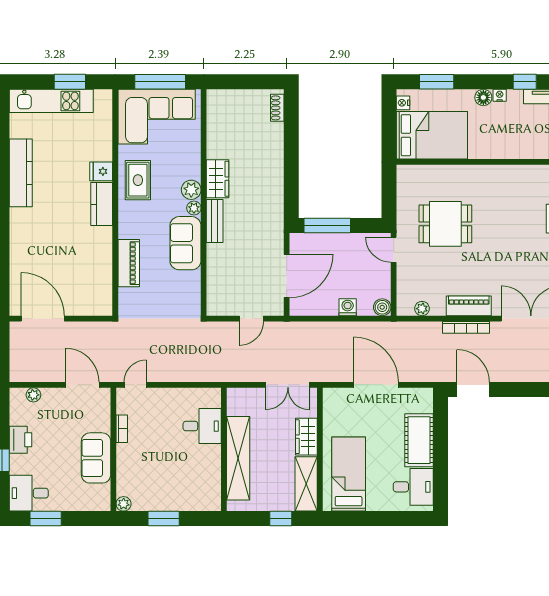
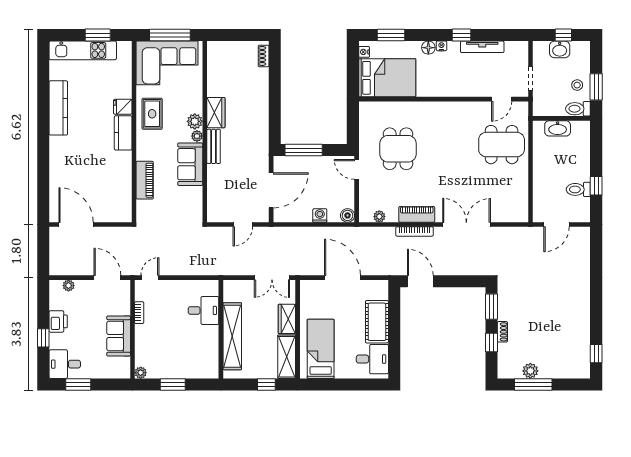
dining table: (445, 224) -> (398, 149), turned 90

